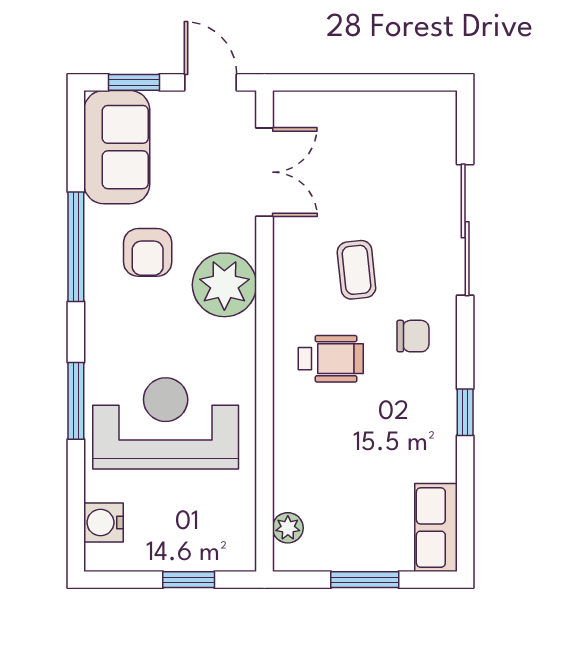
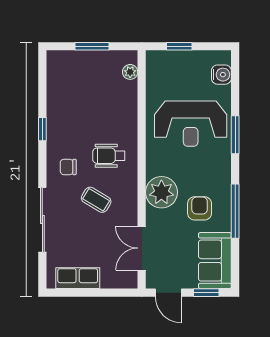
coffee table: (356, 270) -> (96, 200), turned -53
row of seats: (436, 528) -> (78, 278), moved, turned -90

